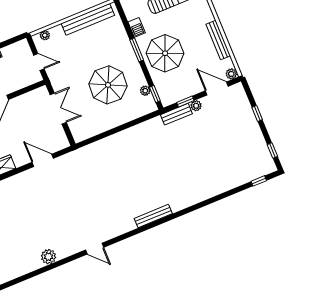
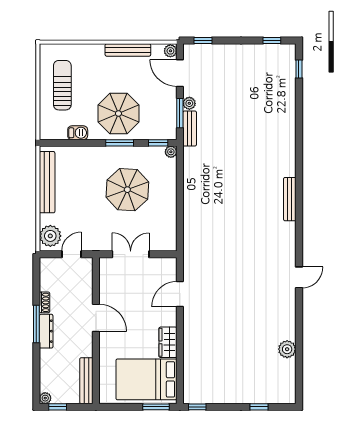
plant: (45, 35) -> (50, 236), width x1.88, depth x1.88
window: (137, 50) -> (120, 143), moved
door: (217, 89) -> (180, 73), hinge flipped
plant: (145, 91) -> (171, 152), moved
window: (185, 101) -> (180, 113), width x1.50
window: (257, 114) -> (203, 41), moved
plant: (48, 257) -> (287, 349), moved

